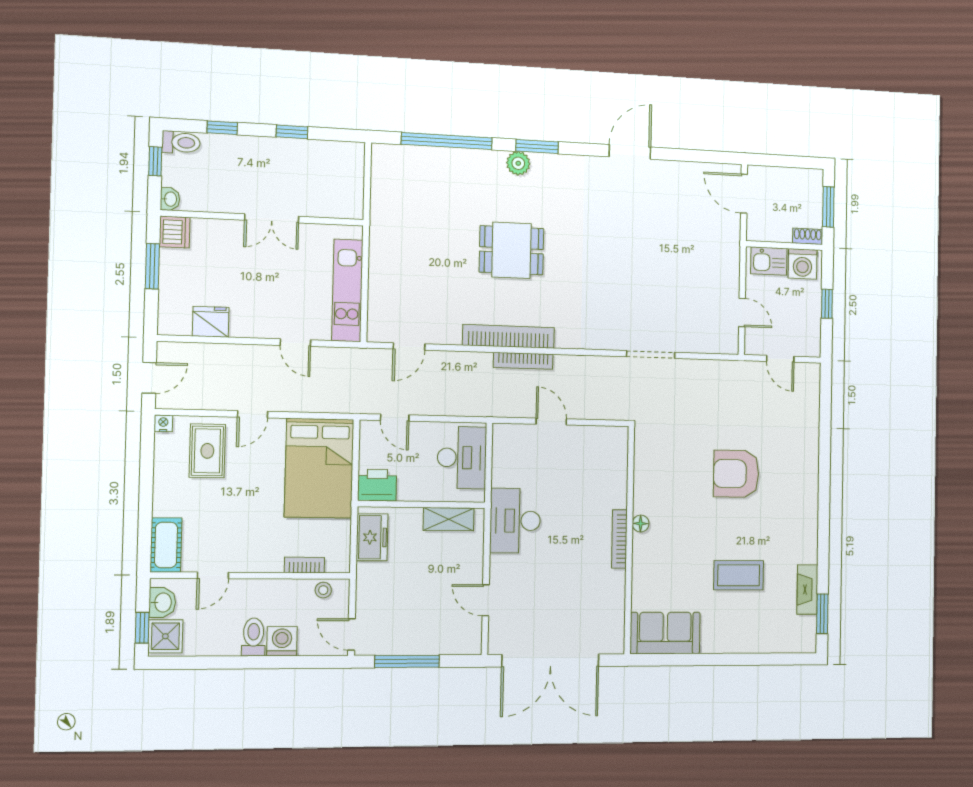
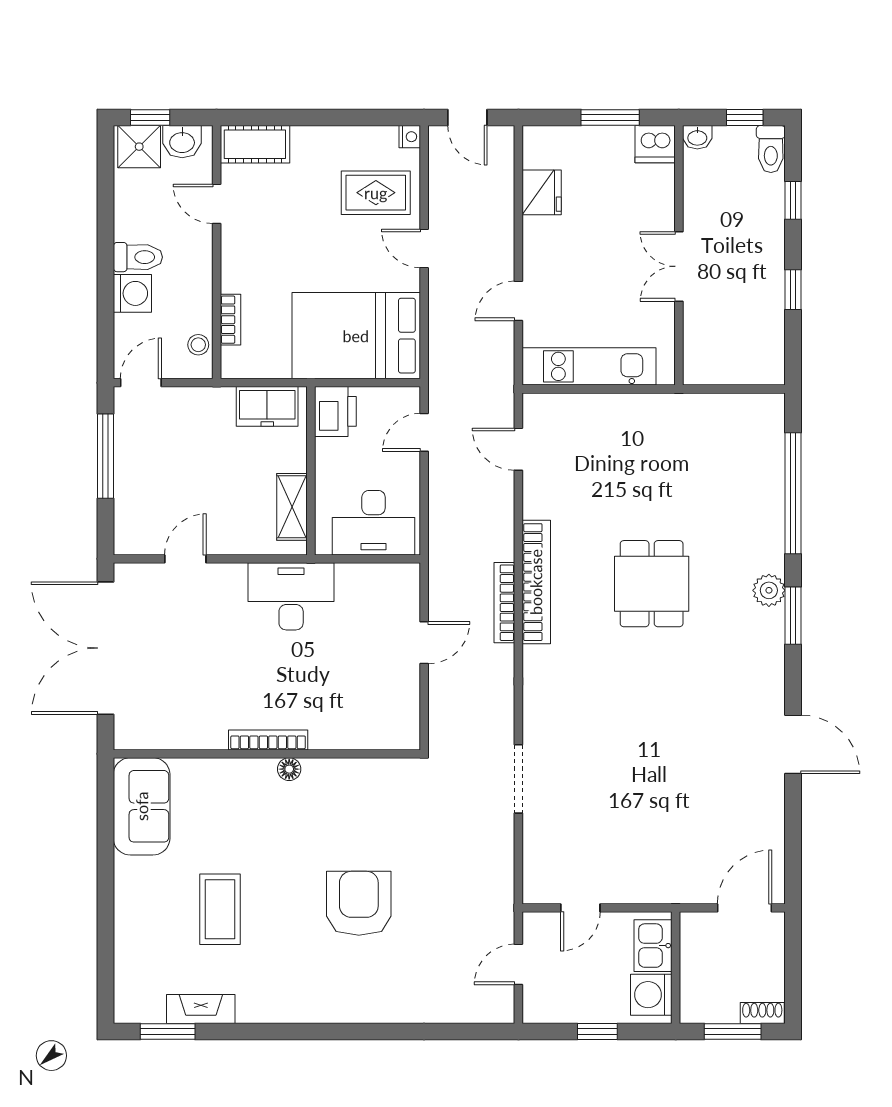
shoe rack: (808, 236) -> (762, 1013), moved, turned -90

